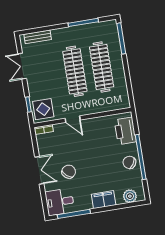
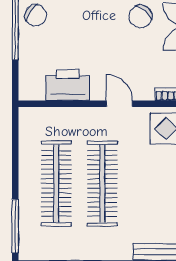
printer: (125, 131) -> (68, 85), moved, turned -90

